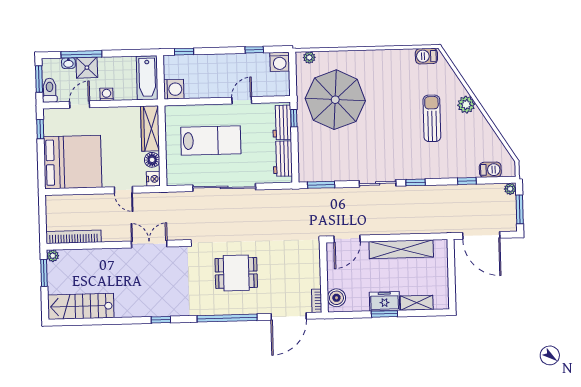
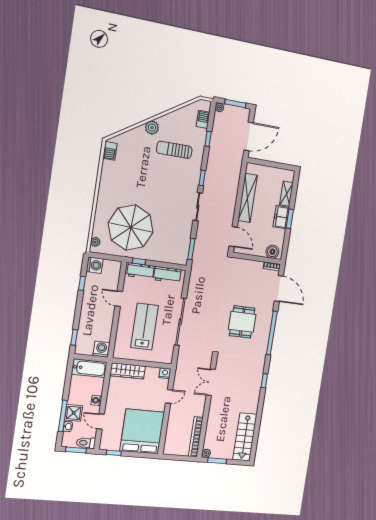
sun lounger: (432, 118) -> (174, 150), moved
floor lamp: (152, 160) -> (151, 372), removed

